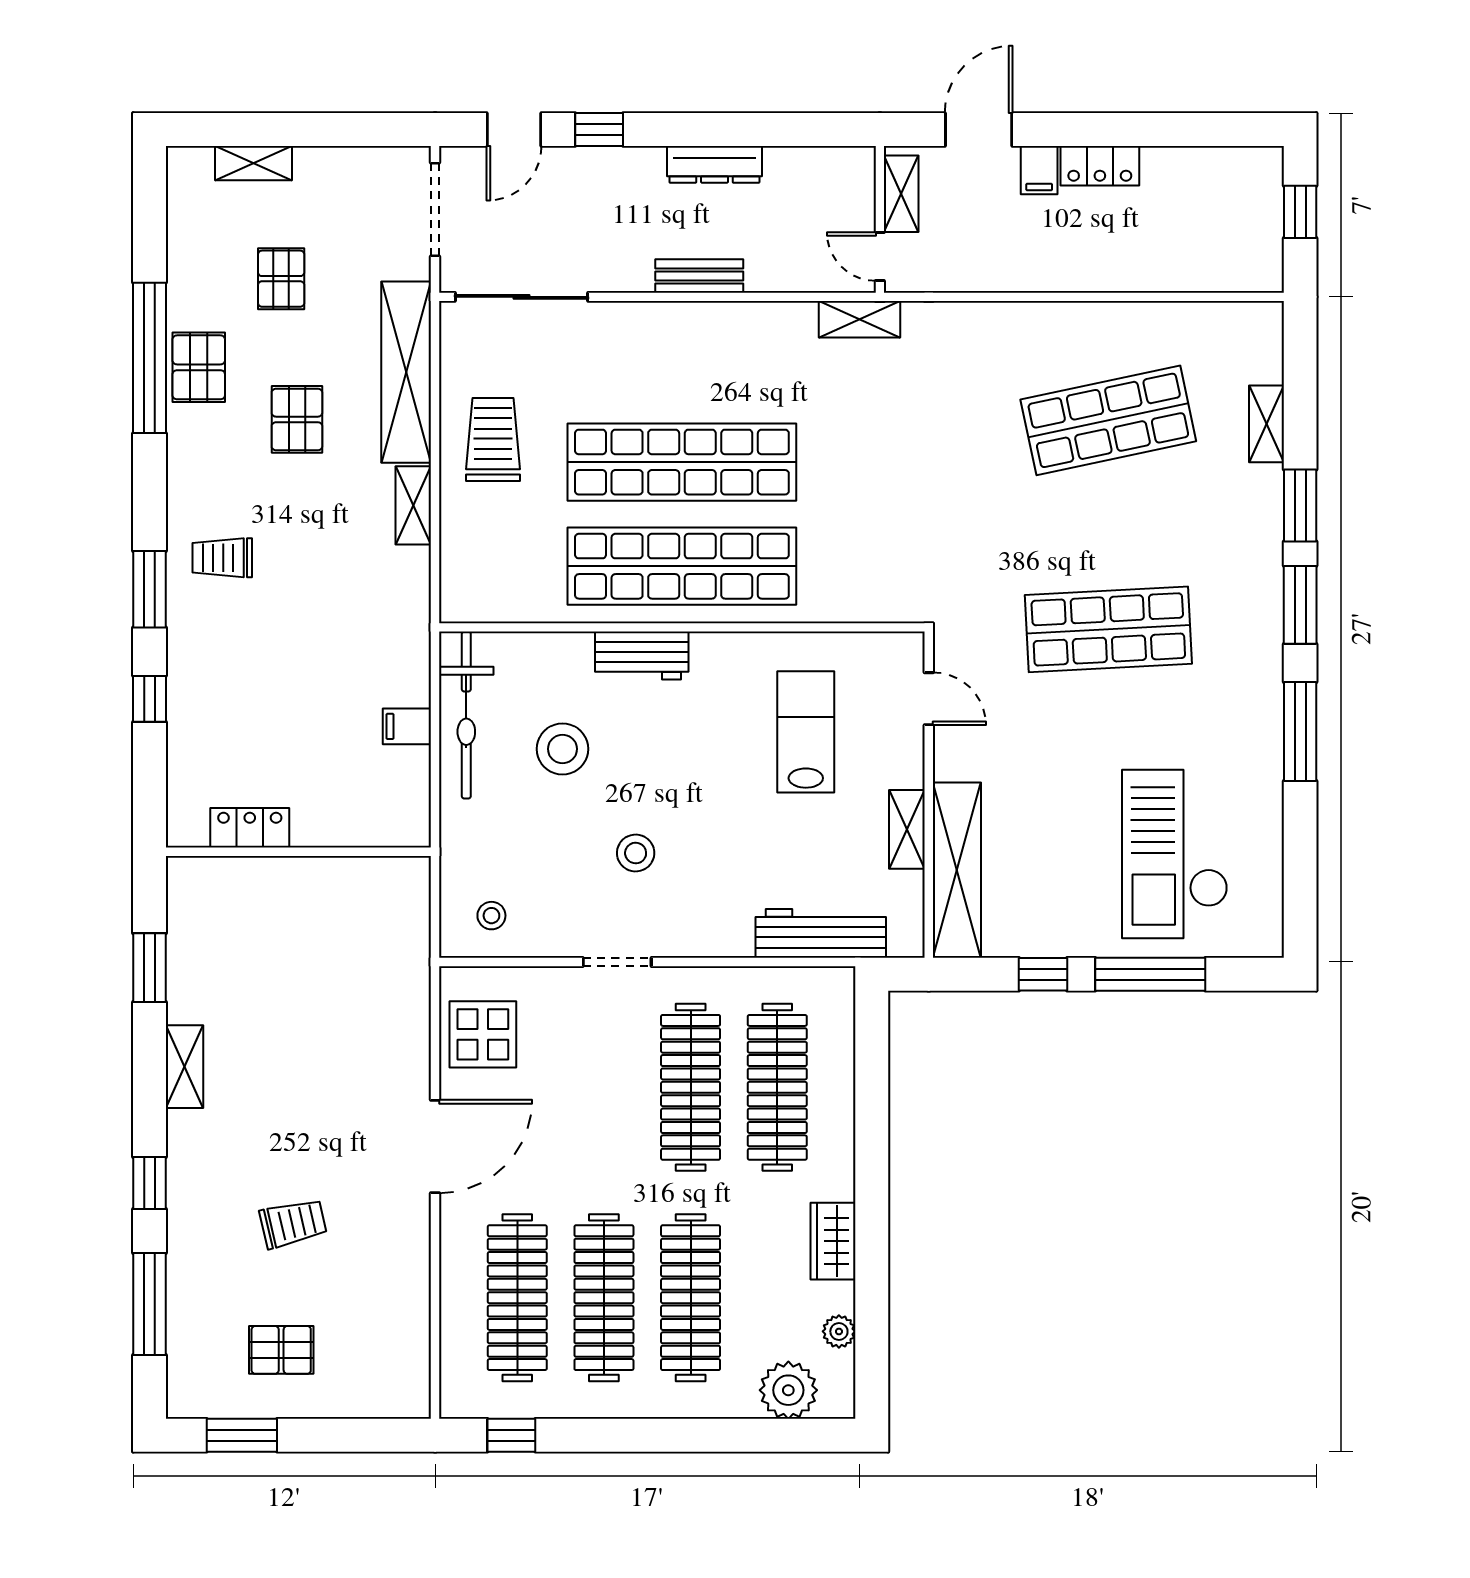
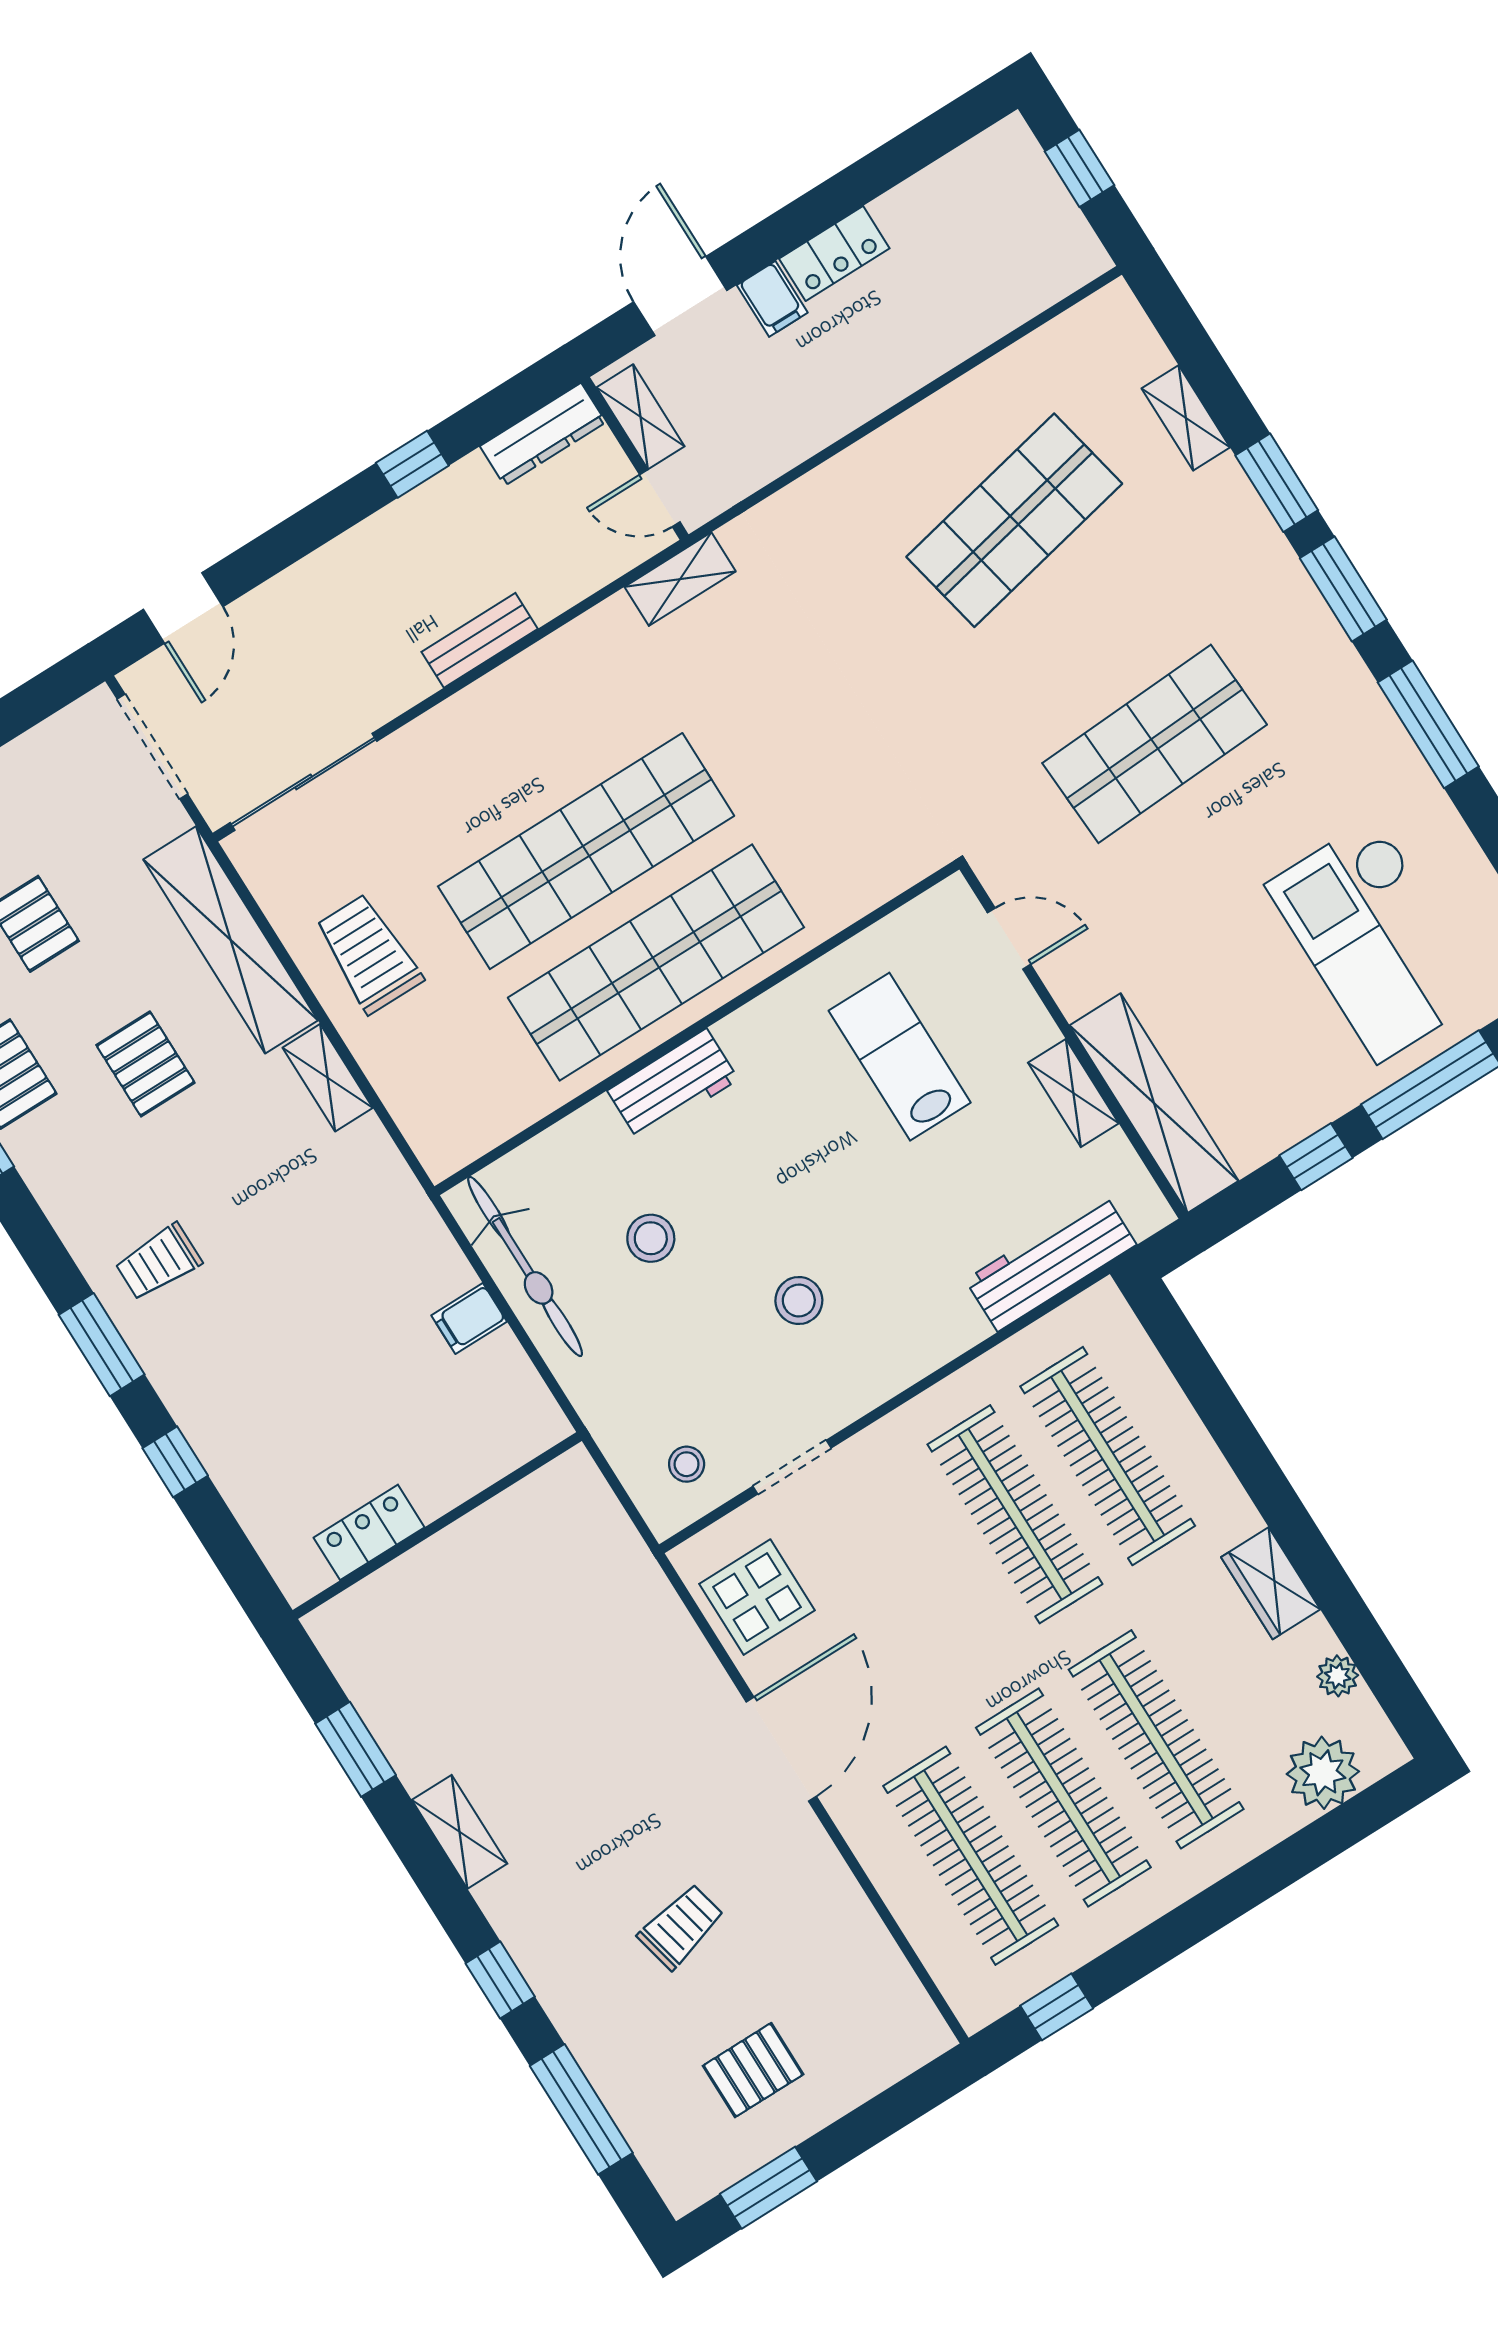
window: (599, 130) -> (412, 464), moved
dresser: (714, 164) -> (543, 434), moved
stool: (562, 749) -> (651, 1238), width x0.73, depth x0.73
doorway: (617, 962) -> (792, 1467), moved

